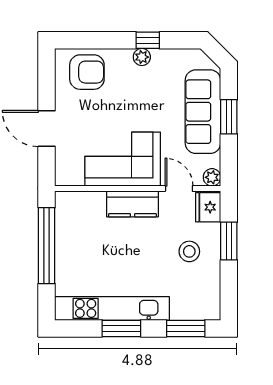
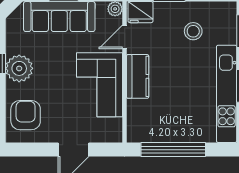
plant: (142, 57) -> (19, 68), width x1.88, depth x1.88
stool: (189, 251) -> (193, 31), moved

